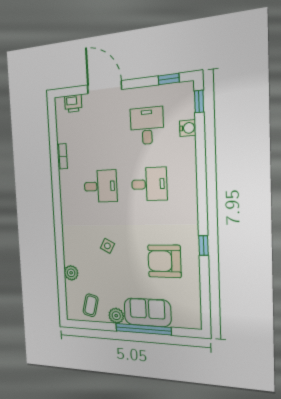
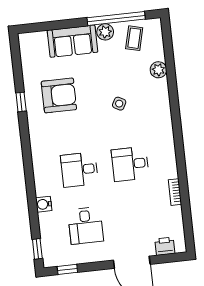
water cooler: (188, 128) -> (44, 204), moved
window: (203, 245) -> (21, 102), moved
window: (143, 329) -> (116, 18), moved

